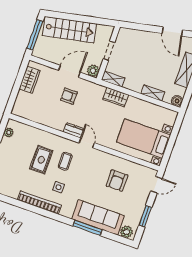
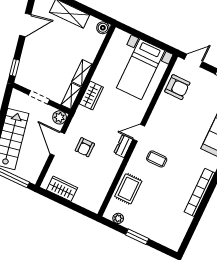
window: (133, 26) -> (14, 68), added
shelving: (153, 93) -> (82, 73), moved
rug: (41, 160) -> (128, 189), moved, turned 90
armchair: (117, 181) -> (177, 87), moved
door: (156, 185) -> (193, 60), hinge flipped
side table: (58, 187) -> (185, 169), removed

